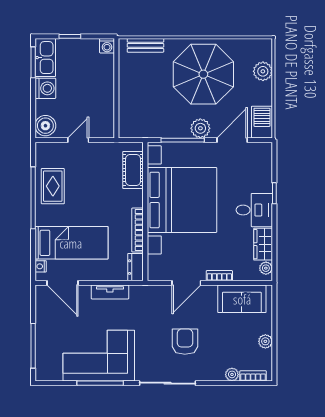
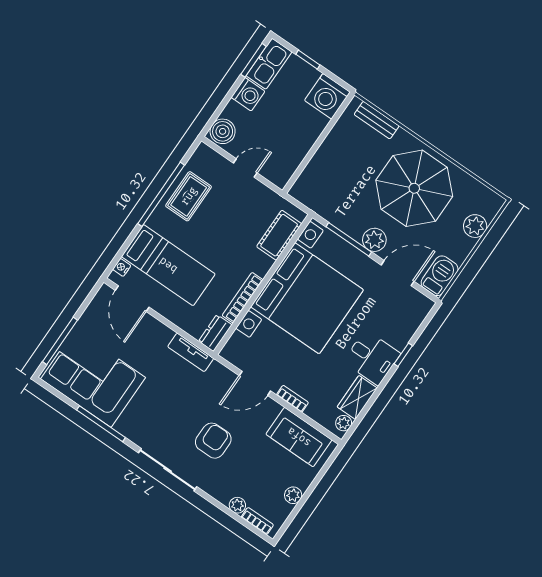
washing machine: (107, 46) -> (327, 96), width x1.89, depth x1.89
tv unit: (110, 292) -> (191, 352), moved
corner sofa: (99, 356) -> (93, 378), moved

